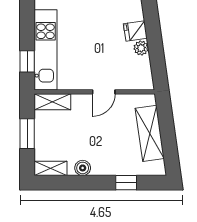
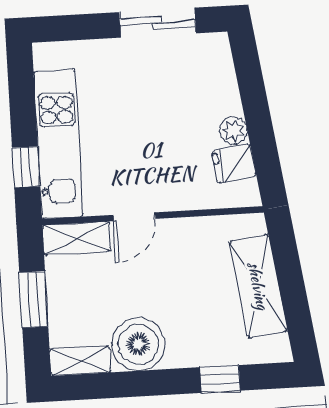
fridge: (135, 31) -> (234, 164), moved
door: (104, 92) -> (134, 217), moved
boiler: (83, 168) -> (138, 344), width x1.86, depth x1.86

